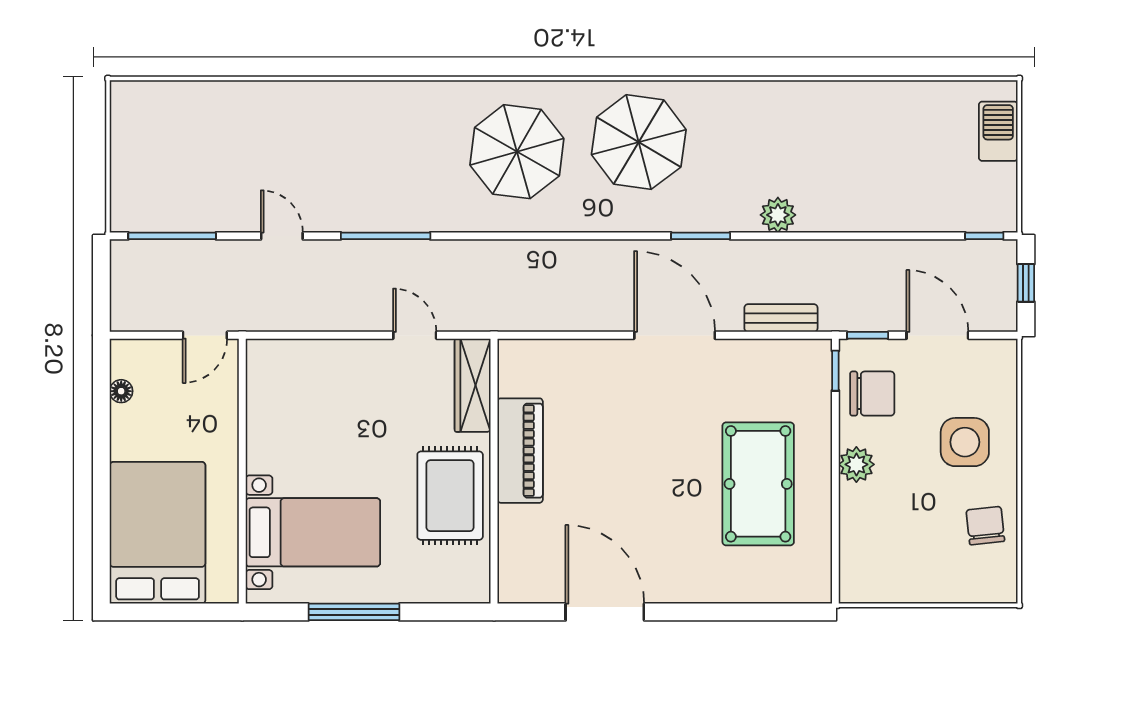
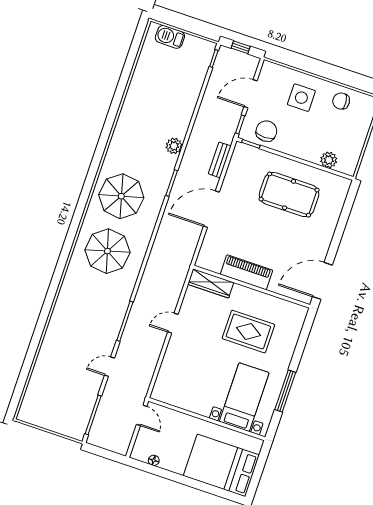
wardrobe: (473, 385) -> (211, 283), moved
piano: (520, 451) -> (246, 272), moved
plant: (856, 464) -> (329, 160), moved
wall: (494, 471) -> (252, 287), moved

